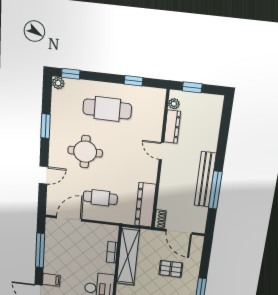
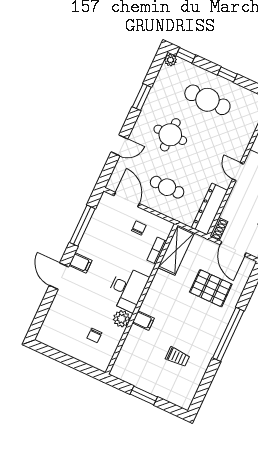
window: (134, 81) -> (227, 75), moved
door: (161, 151) -> (238, 172), moved
door: (69, 219) -> (127, 200), hinge flipped
chair: (89, 239) -> (139, 228), added
shelving: (128, 256) -> (176, 250), width x0.68
pallet: (171, 269) -> (211, 288), width x1.50, depth x1.42

